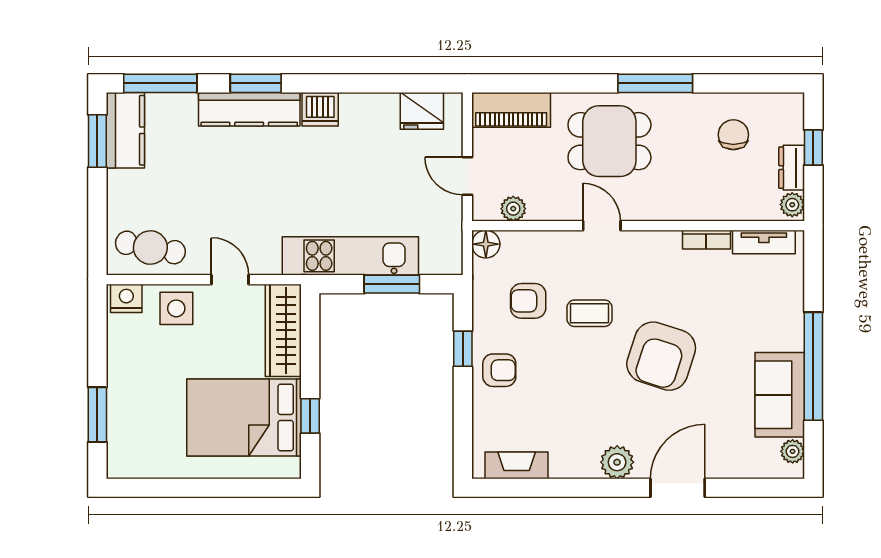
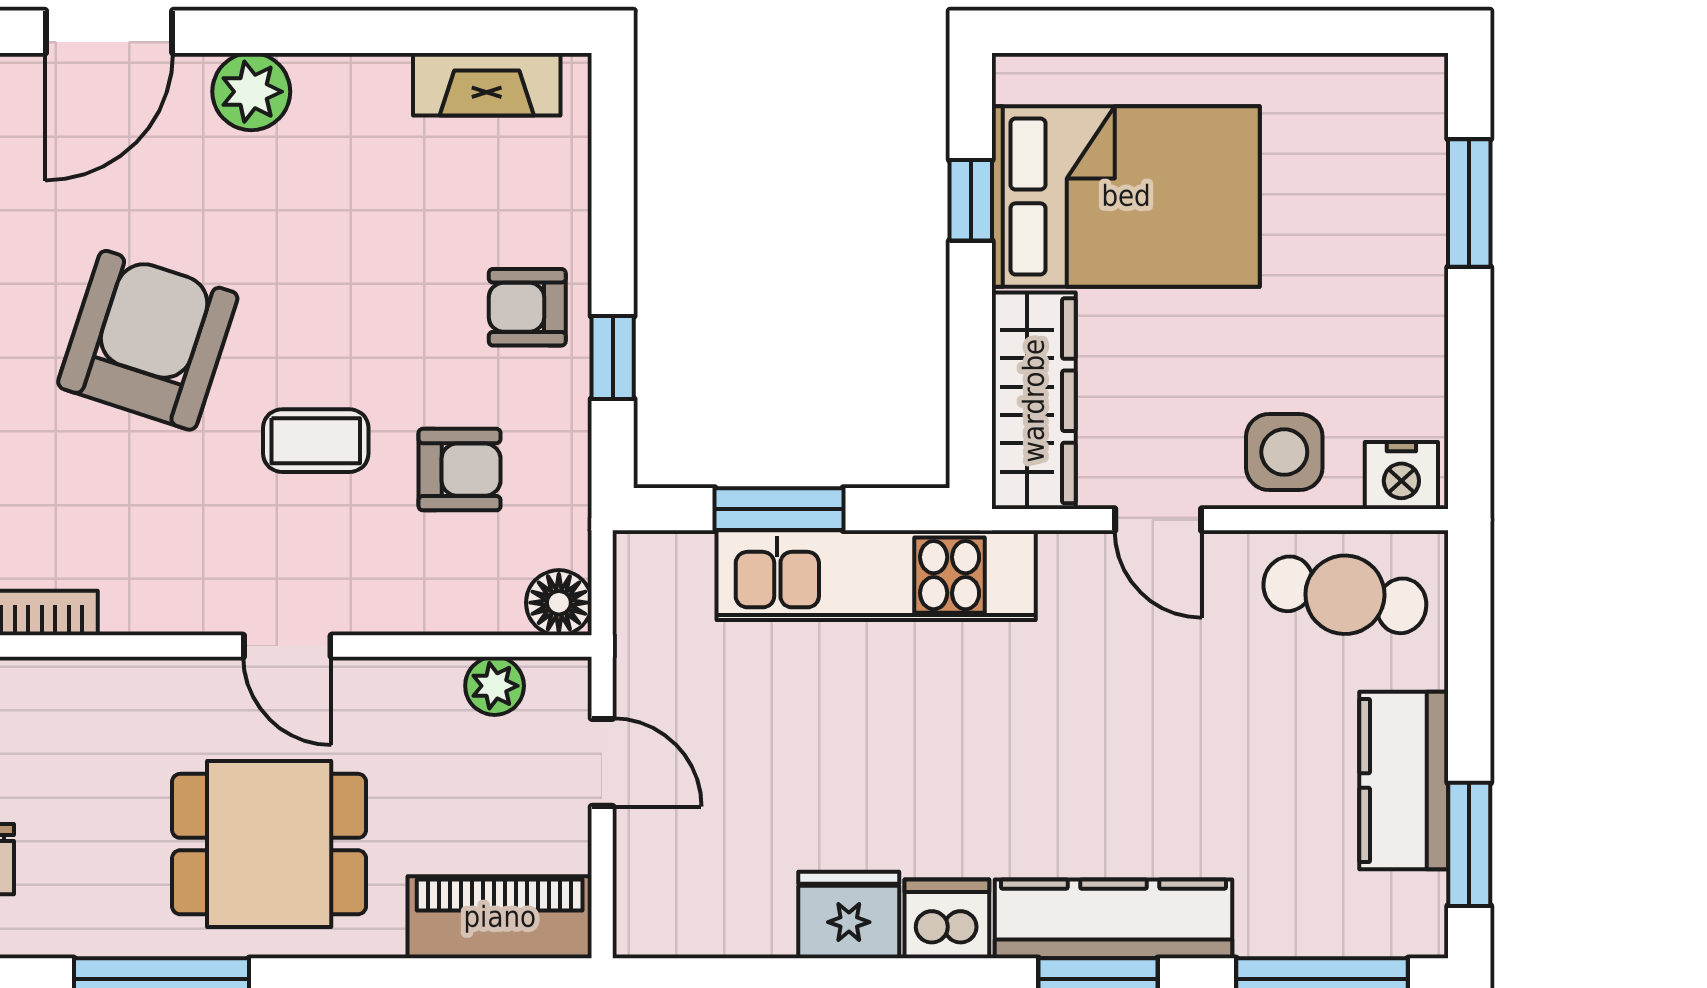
fridge: (422, 111) -> (849, 915), moved
kitchen counter: (125, 130) -> (1404, 780), moved

